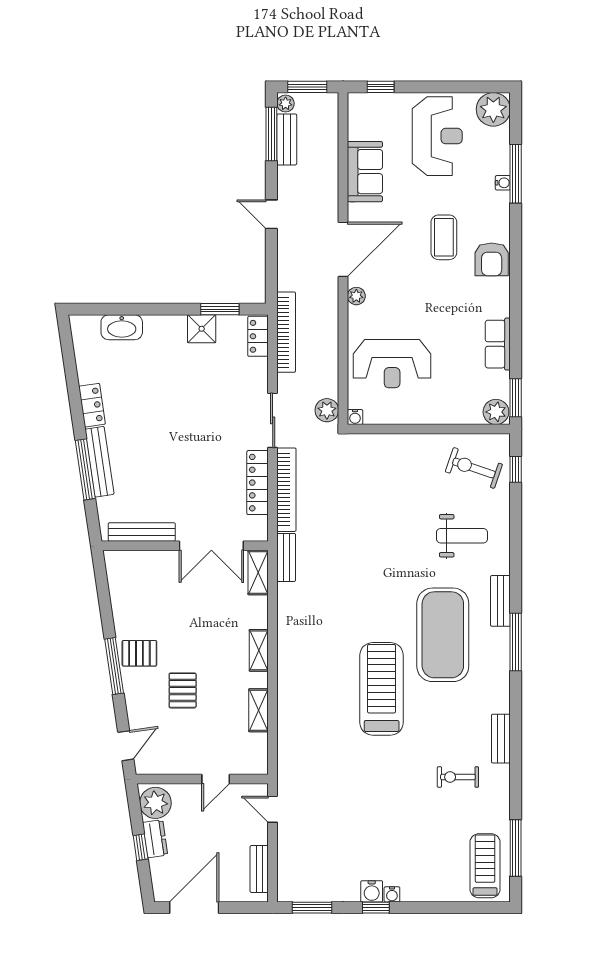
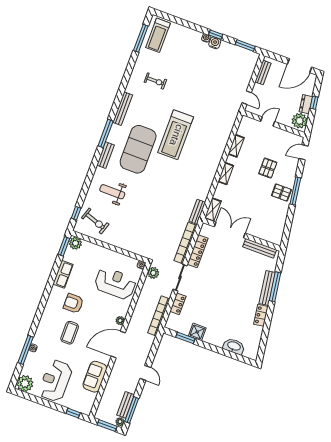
armchair: (492, 259) -> (73, 303), moved, turned -90
locker: (258, 336) -> (178, 304), moved
bench: (501, 739) -> (123, 109), moved, width x1.36

